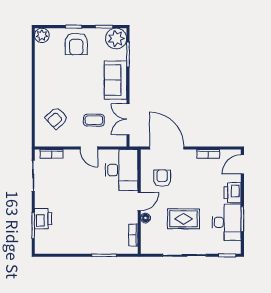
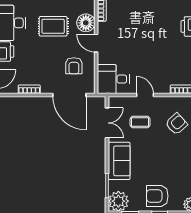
armchair: (76, 44) -> (157, 196), turned -90
desk: (122, 170) -> (113, 79), width x0.73
door: (139, 201) -> (96, 43), hinge flipped
floor lamp: (145, 218) -> (86, 23), width x1.89, depth x1.89

